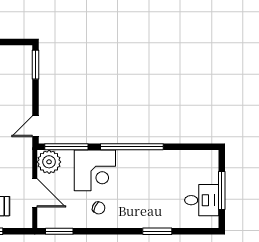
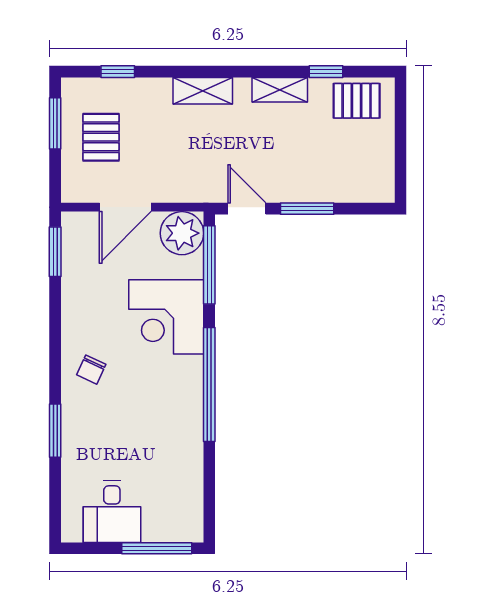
window: (36, 65) -> (307, 209), moved
window: (222, 191) -> (157, 548), moved
chair: (99, 208) -> (91, 370), moved

